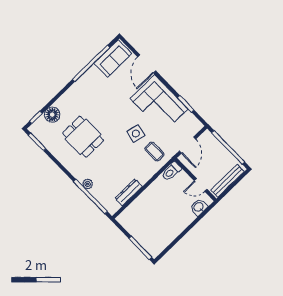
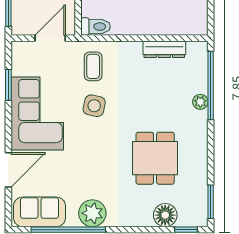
plant: (87, 82) -> (92, 213), added

